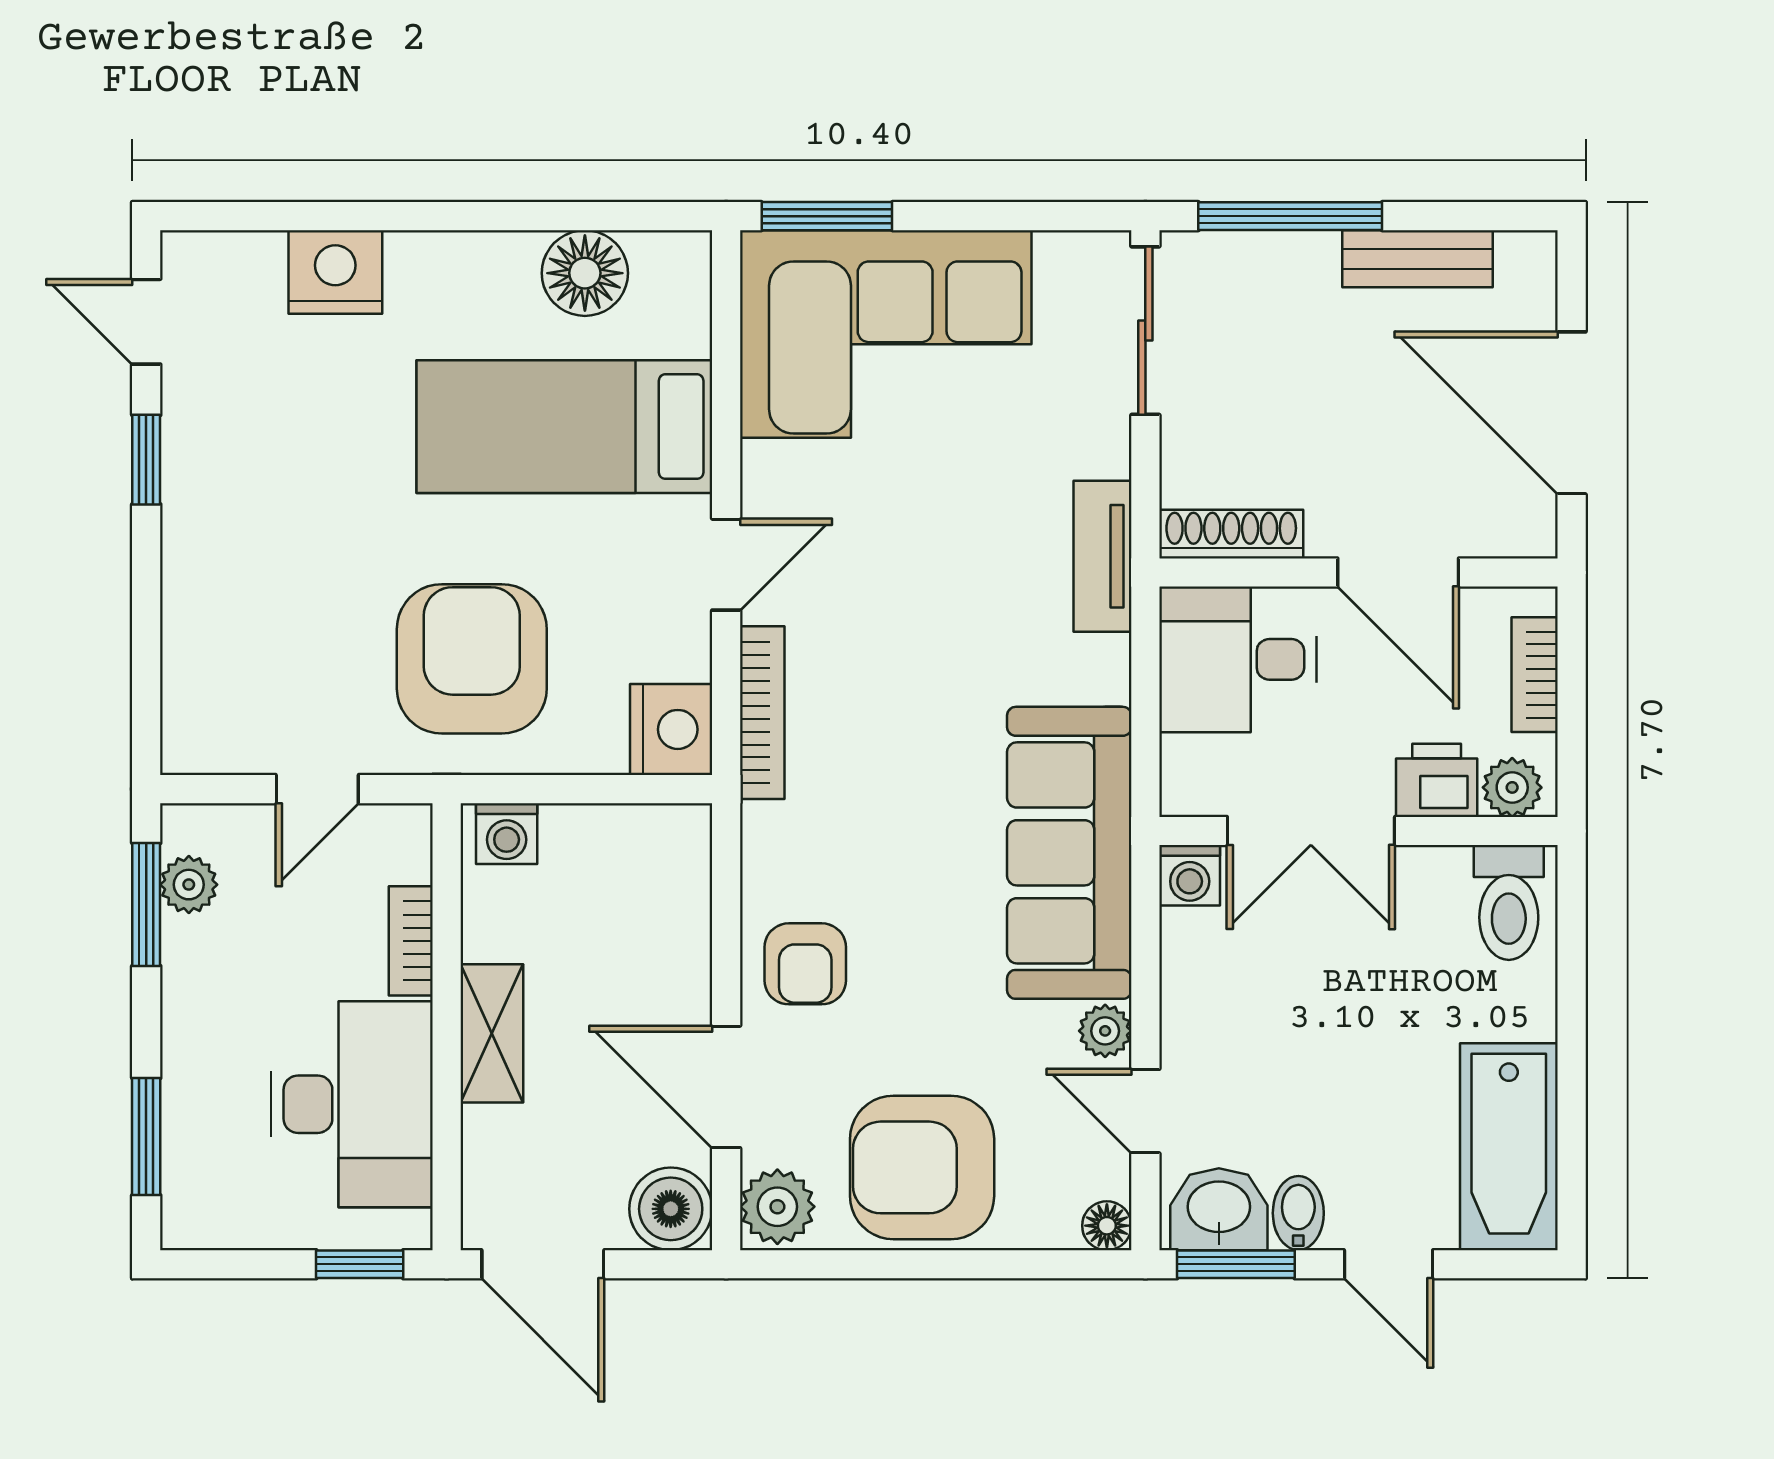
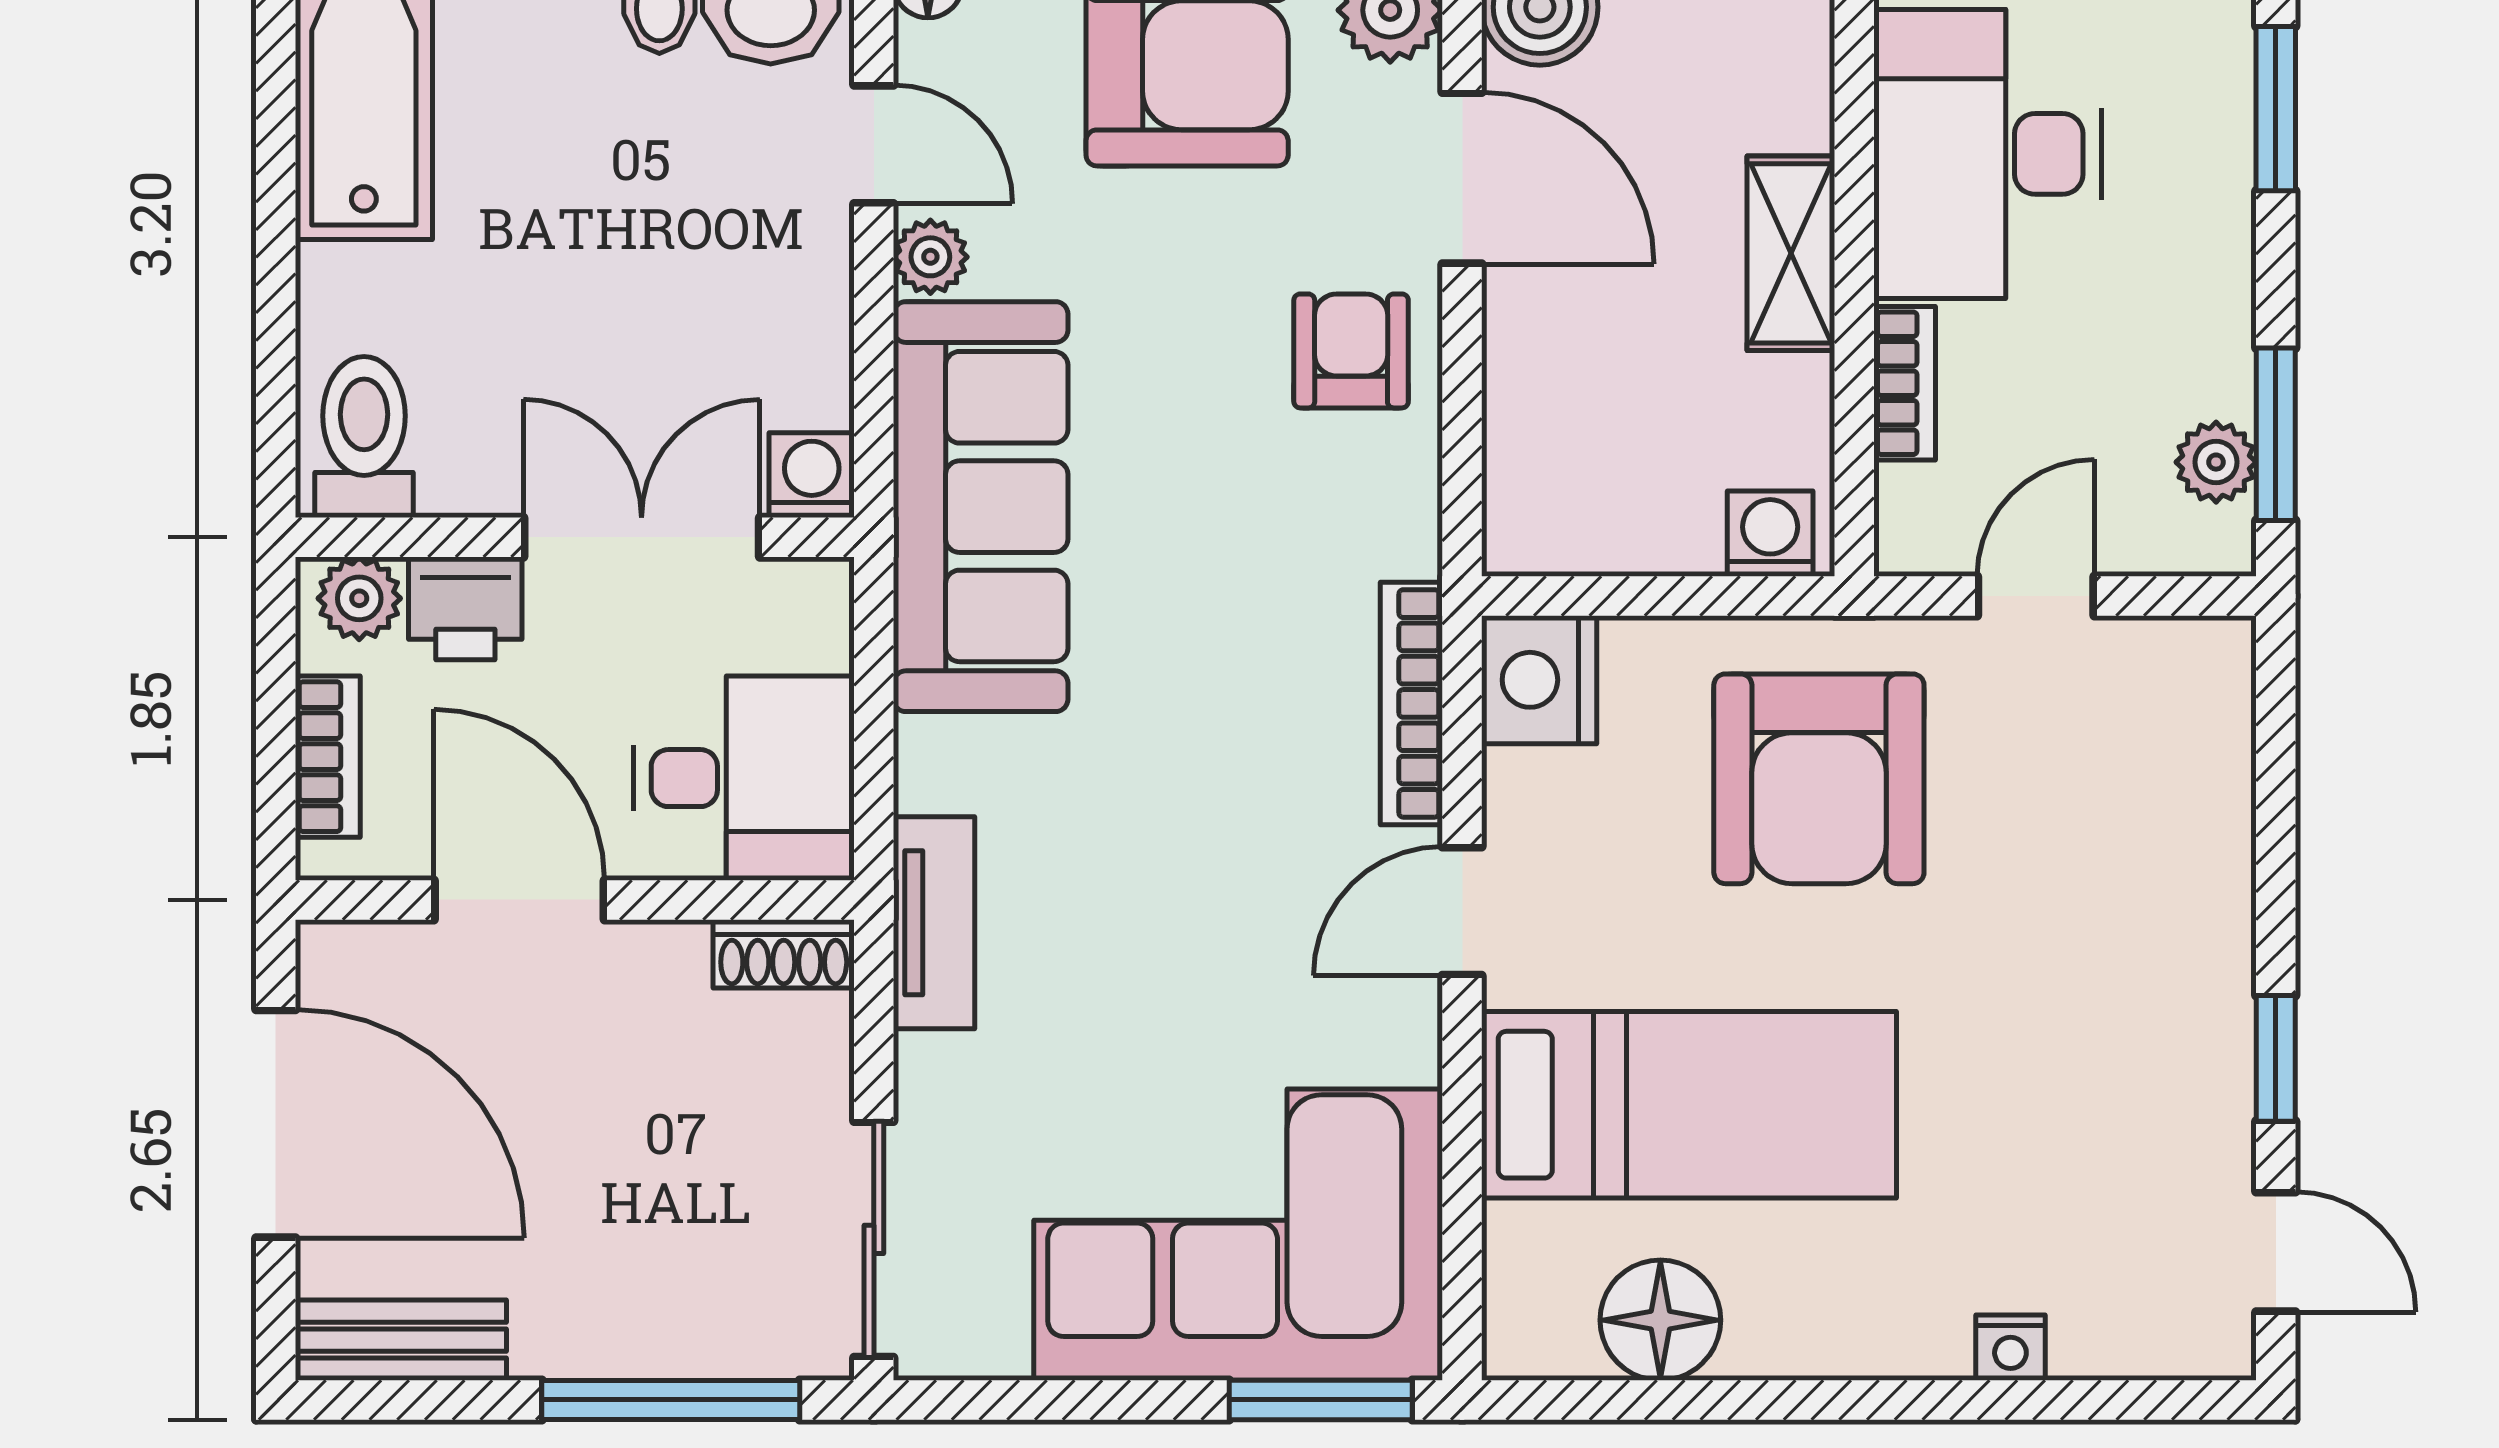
bench: (1418, 259) -> (401, 1340), moved
nightstand: (335, 272) -> (2010, 1348), width x0.53, depth x0.56
shoe rack: (1231, 534) -> (784, 954), width x0.70

